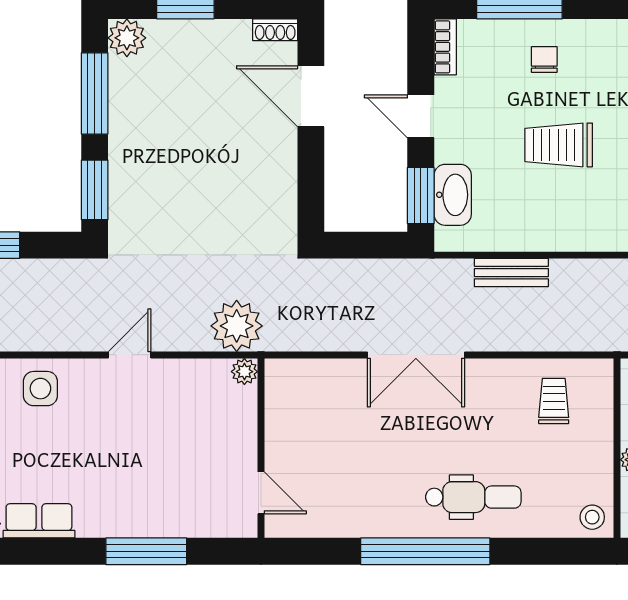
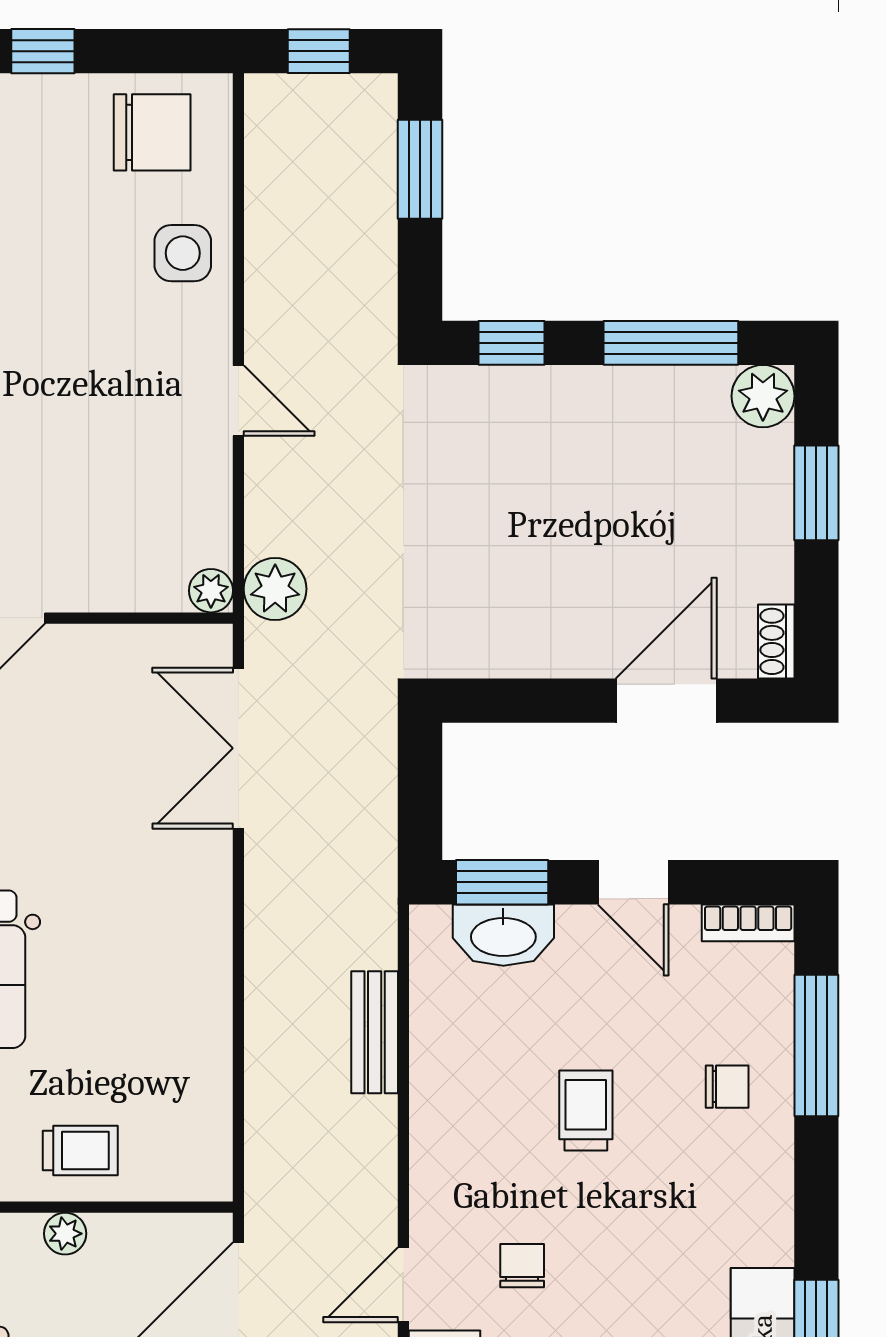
door: (421, 116) -> (633, 882), swing flipped
trolley: (559, 145) -> (586, 1110), width x0.73, depth x0.72
window: (95, 190) -> (511, 343), width x0.67
plant: (237, 326) -> (275, 589), width x0.73, depth x0.73
double door: (416, 355) -> (238, 748), moved
trolley: (554, 401) -> (80, 1150), moved

